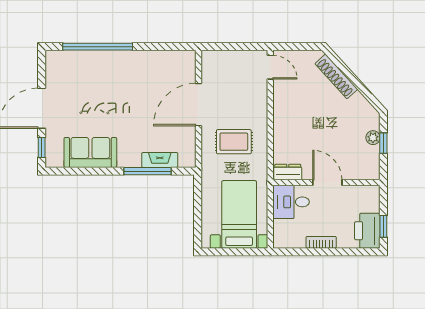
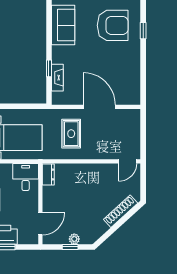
window: (98, 47) -> (143, 31), width x0.32
armchair: (91, 87) -> (113, 25), added
window: (148, 171) -> (49, 68), width x0.46
door: (327, 183) -> (40, 224), moved

